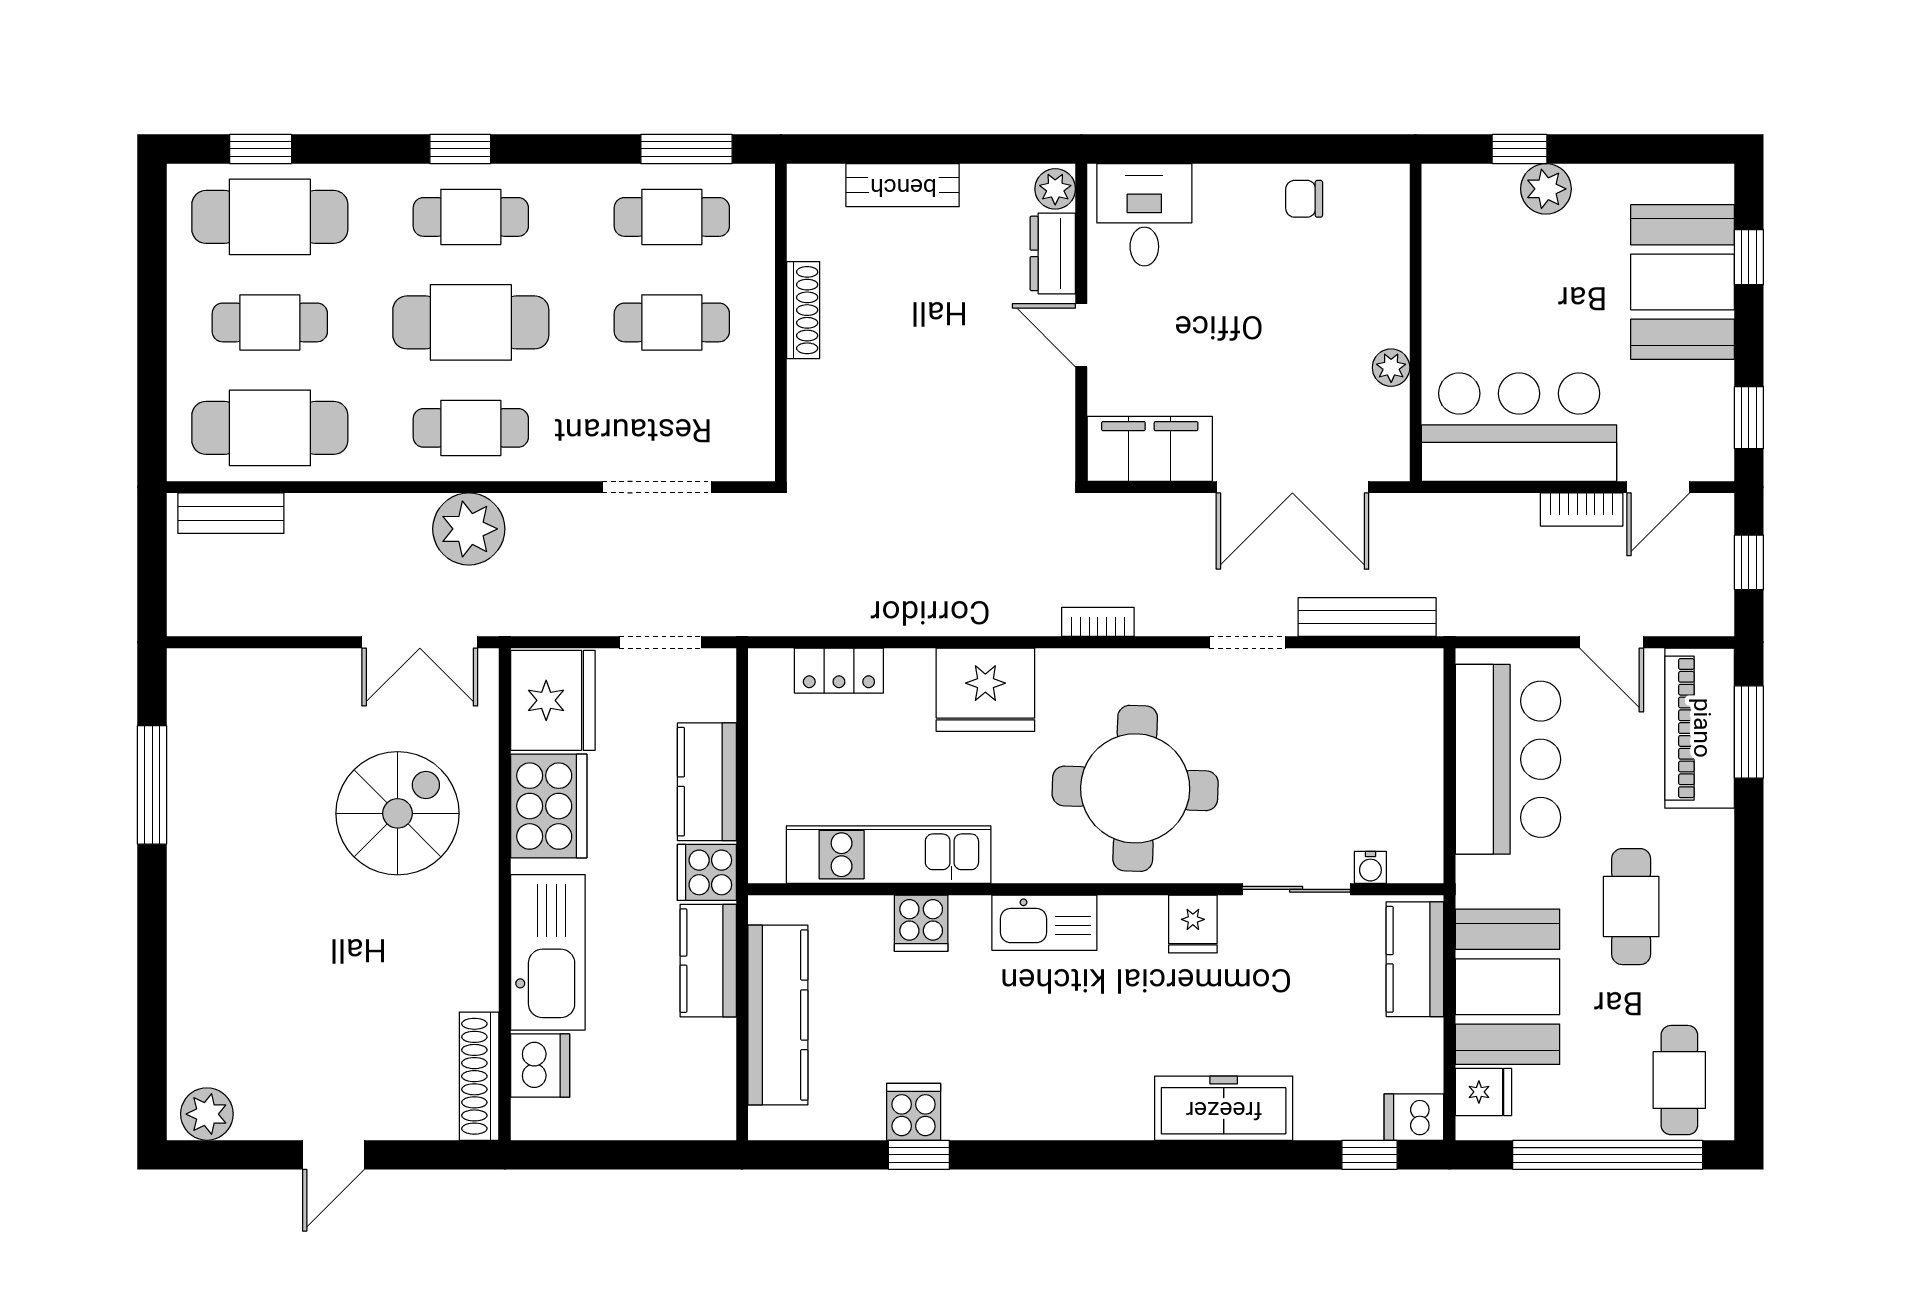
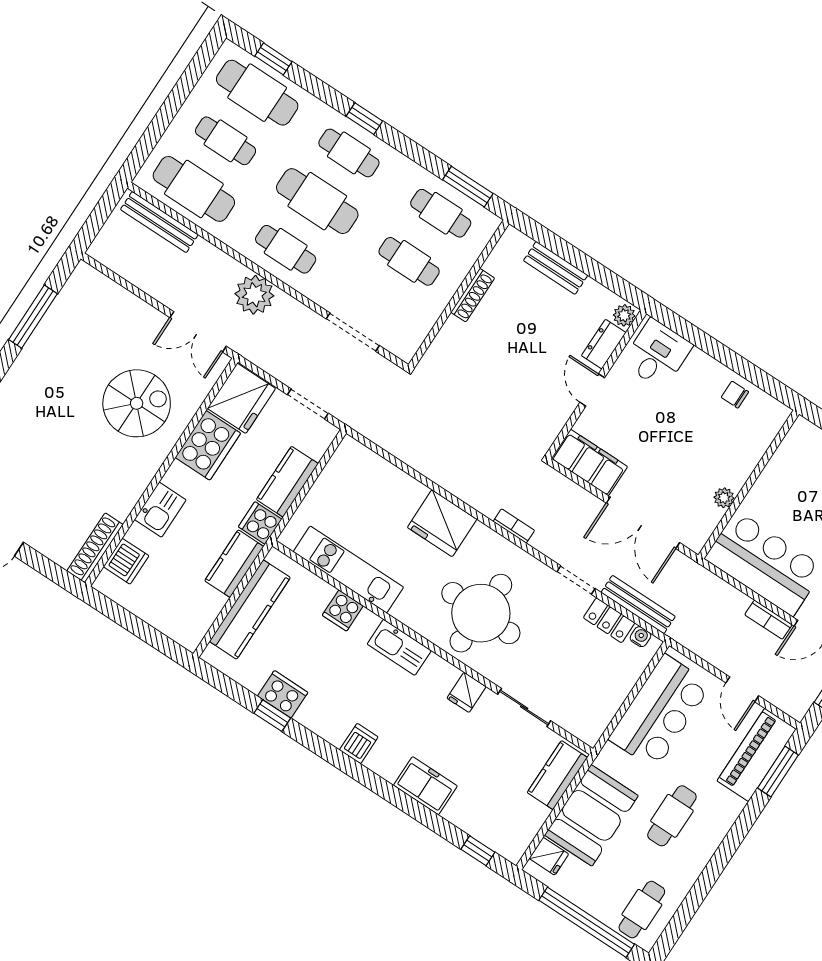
bench: (231, 513) -> (159, 222), width x1.36
locker: (839, 671) -> (609, 620), moved
water cooler: (1370, 867) -> (640, 637), moved, turned 180
kitchen sink: (548, 952) -> (160, 510), width x0.53, depth x0.81
freezer: (1224, 1108) -> (425, 786), width x0.71
cooker: (914, 1112) -> (283, 694), width x1.36
dishwasher: (1414, 1117) -> (359, 743), moved, turned 90

